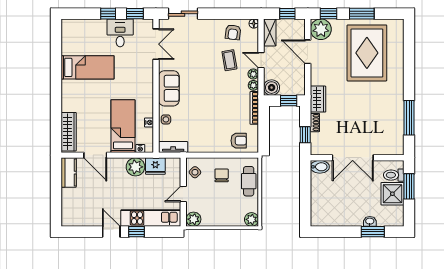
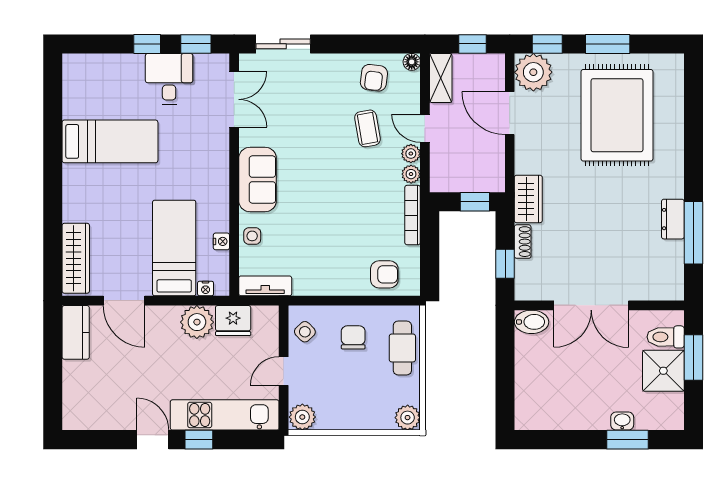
boiler: (272, 88) -> (444, 178), removed
dresser: (398, 110) -> (673, 219), added

